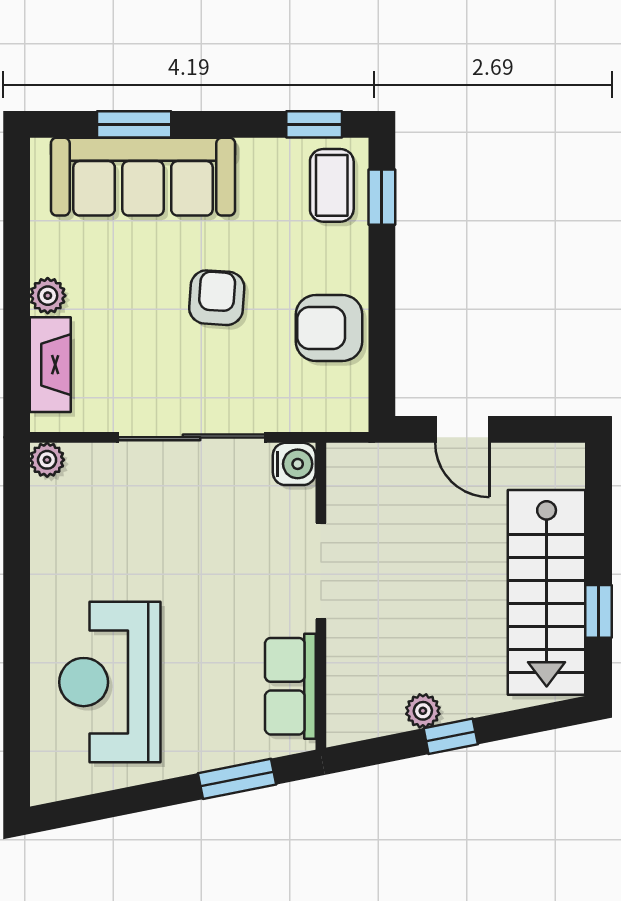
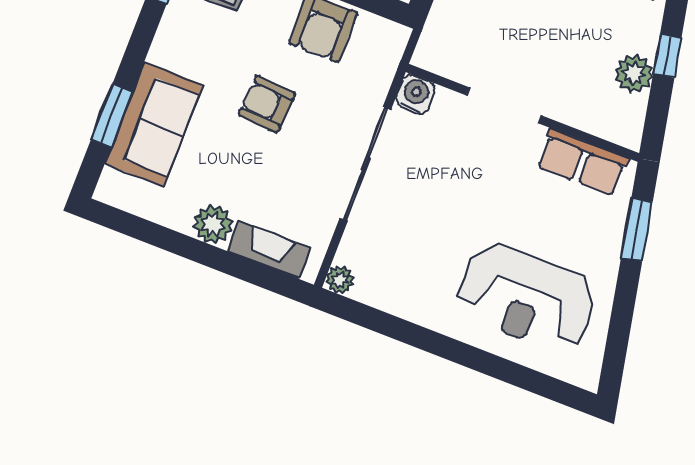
sofa: (143, 177) -> (154, 124), width x0.73
plant: (48, 296) -> (213, 224), width x1.38, depth x1.38
plant: (423, 711) -> (634, 74), width x1.38, depth x1.38

